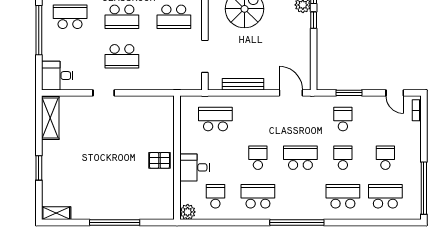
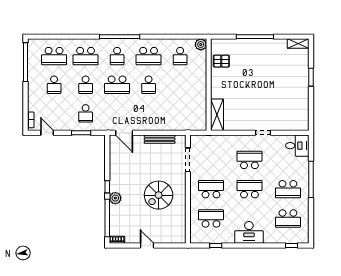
shelving: (50, 118) -> (217, 115), moved
school desk: (215, 119) -> (117, 56), moved, width x0.54
pallet: (159, 160) -> (221, 61), moved
desk: (194, 167) -> (196, 77), removed

